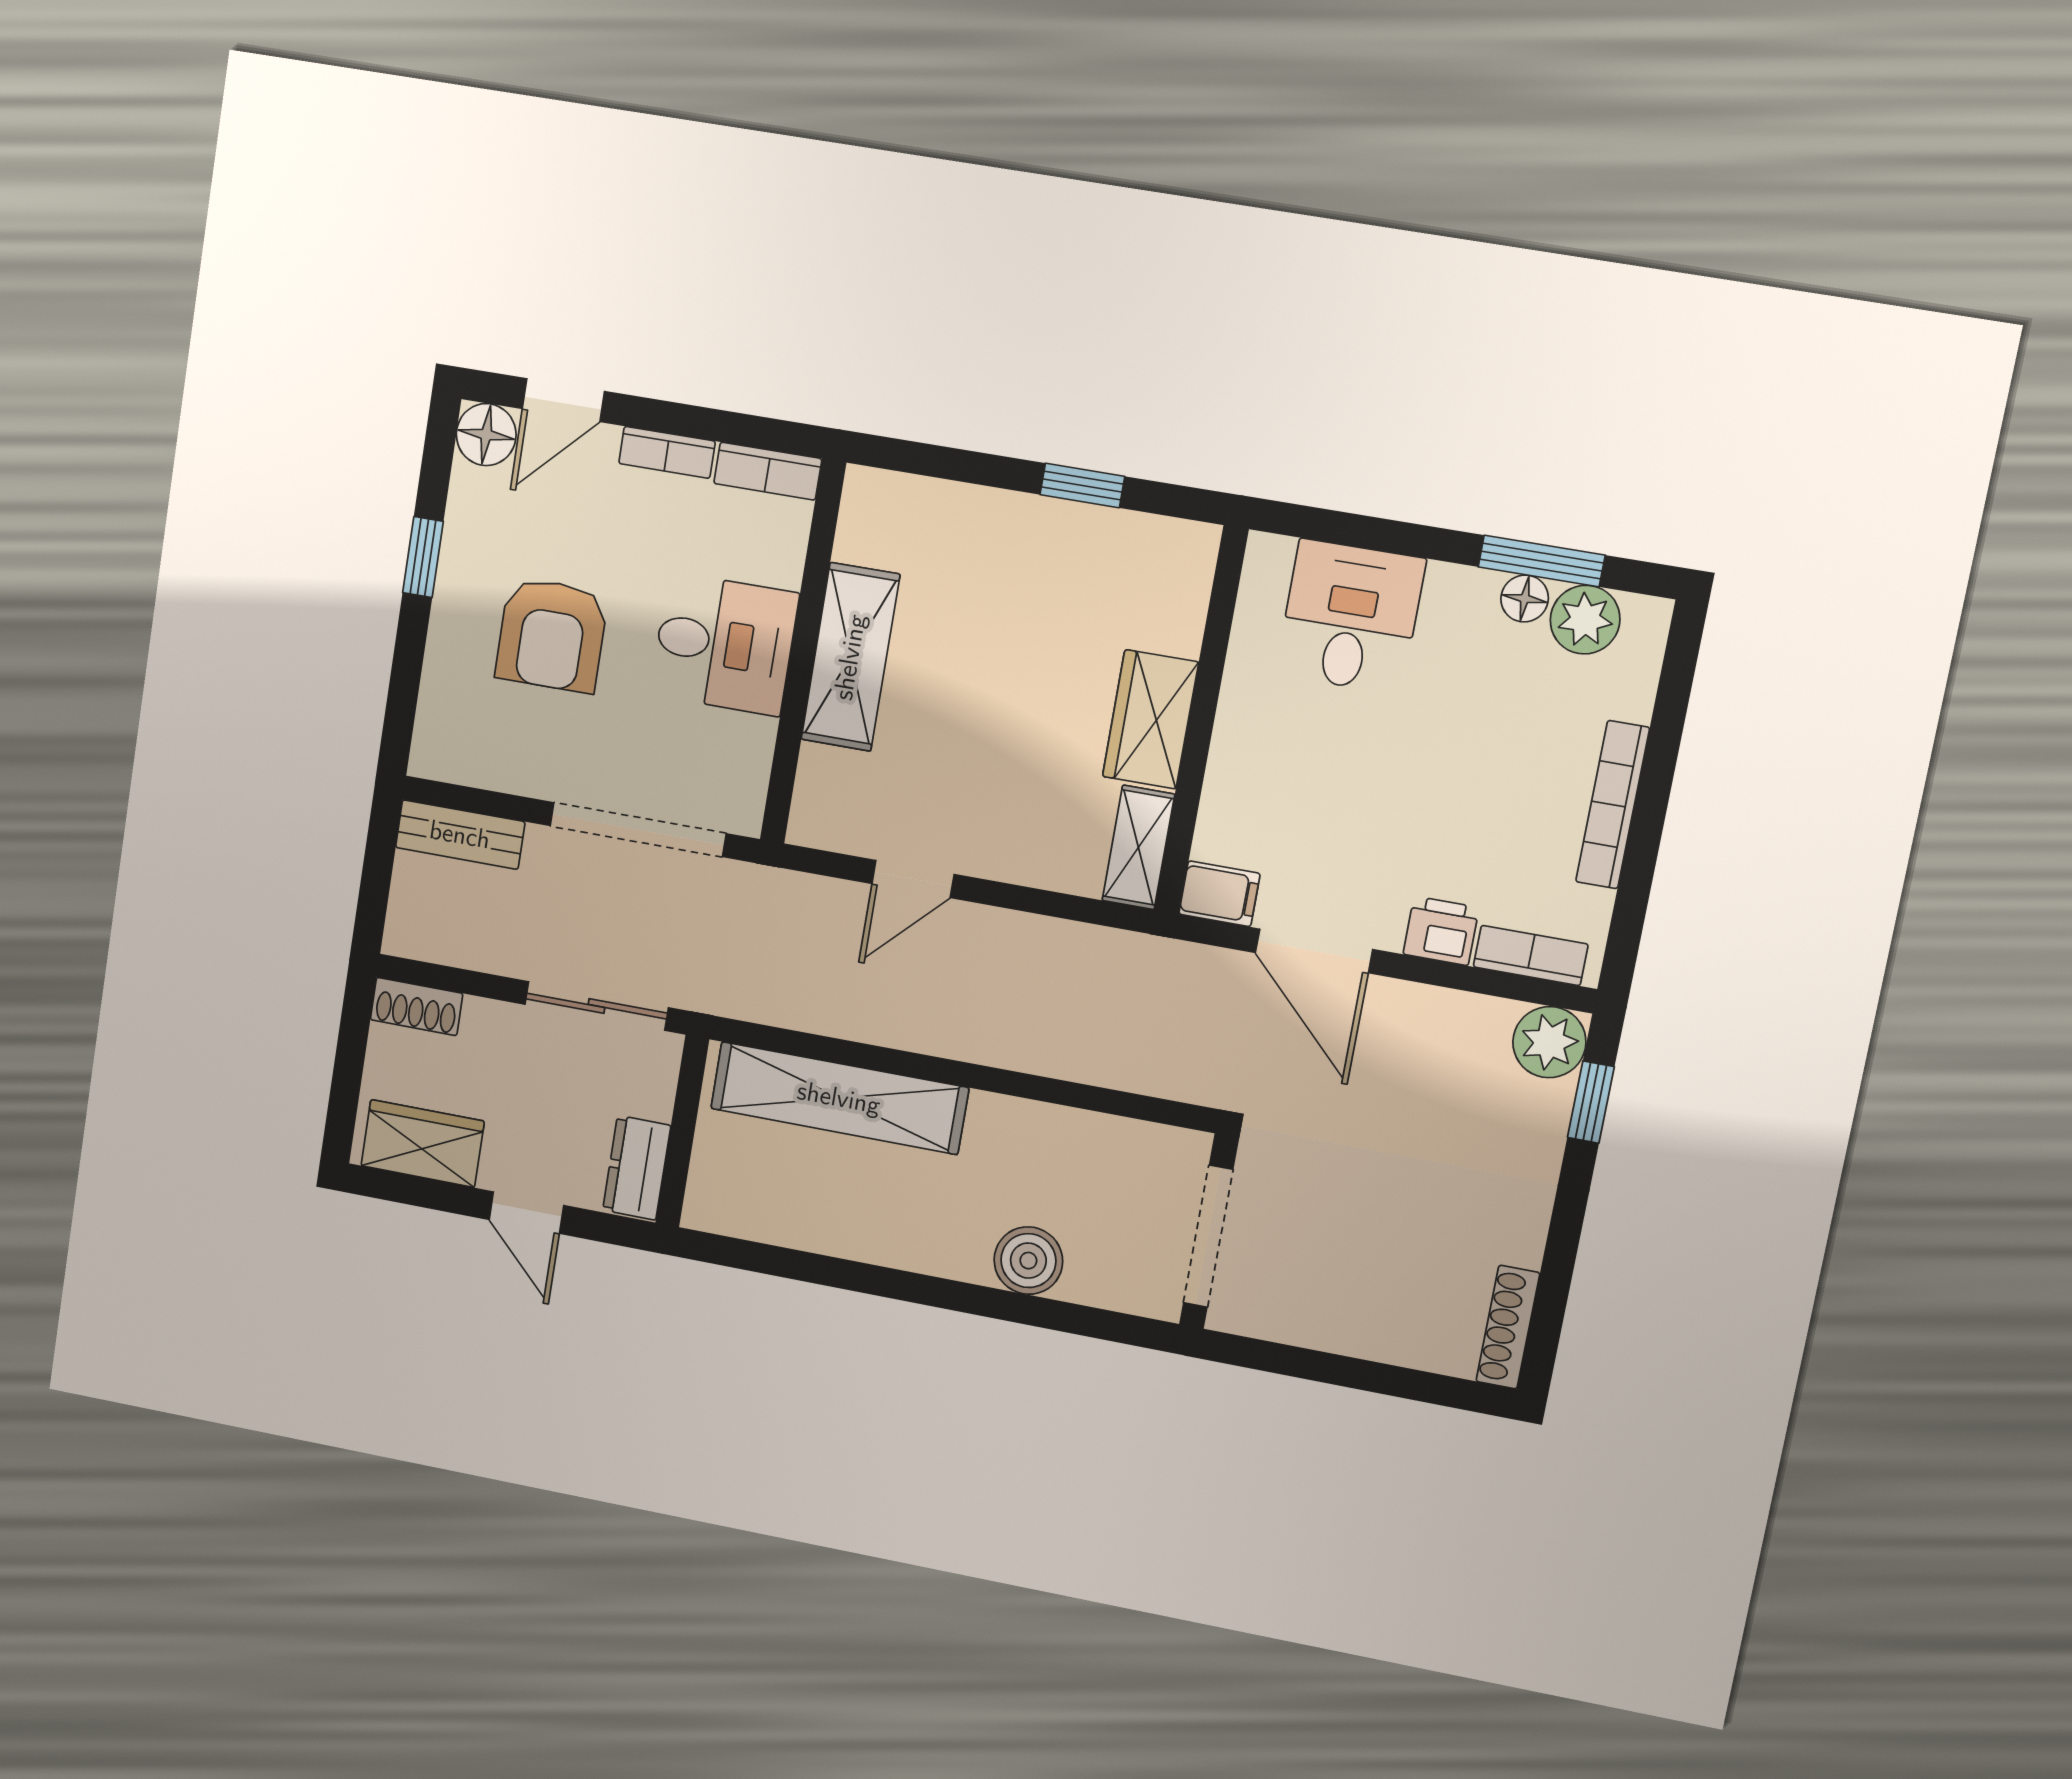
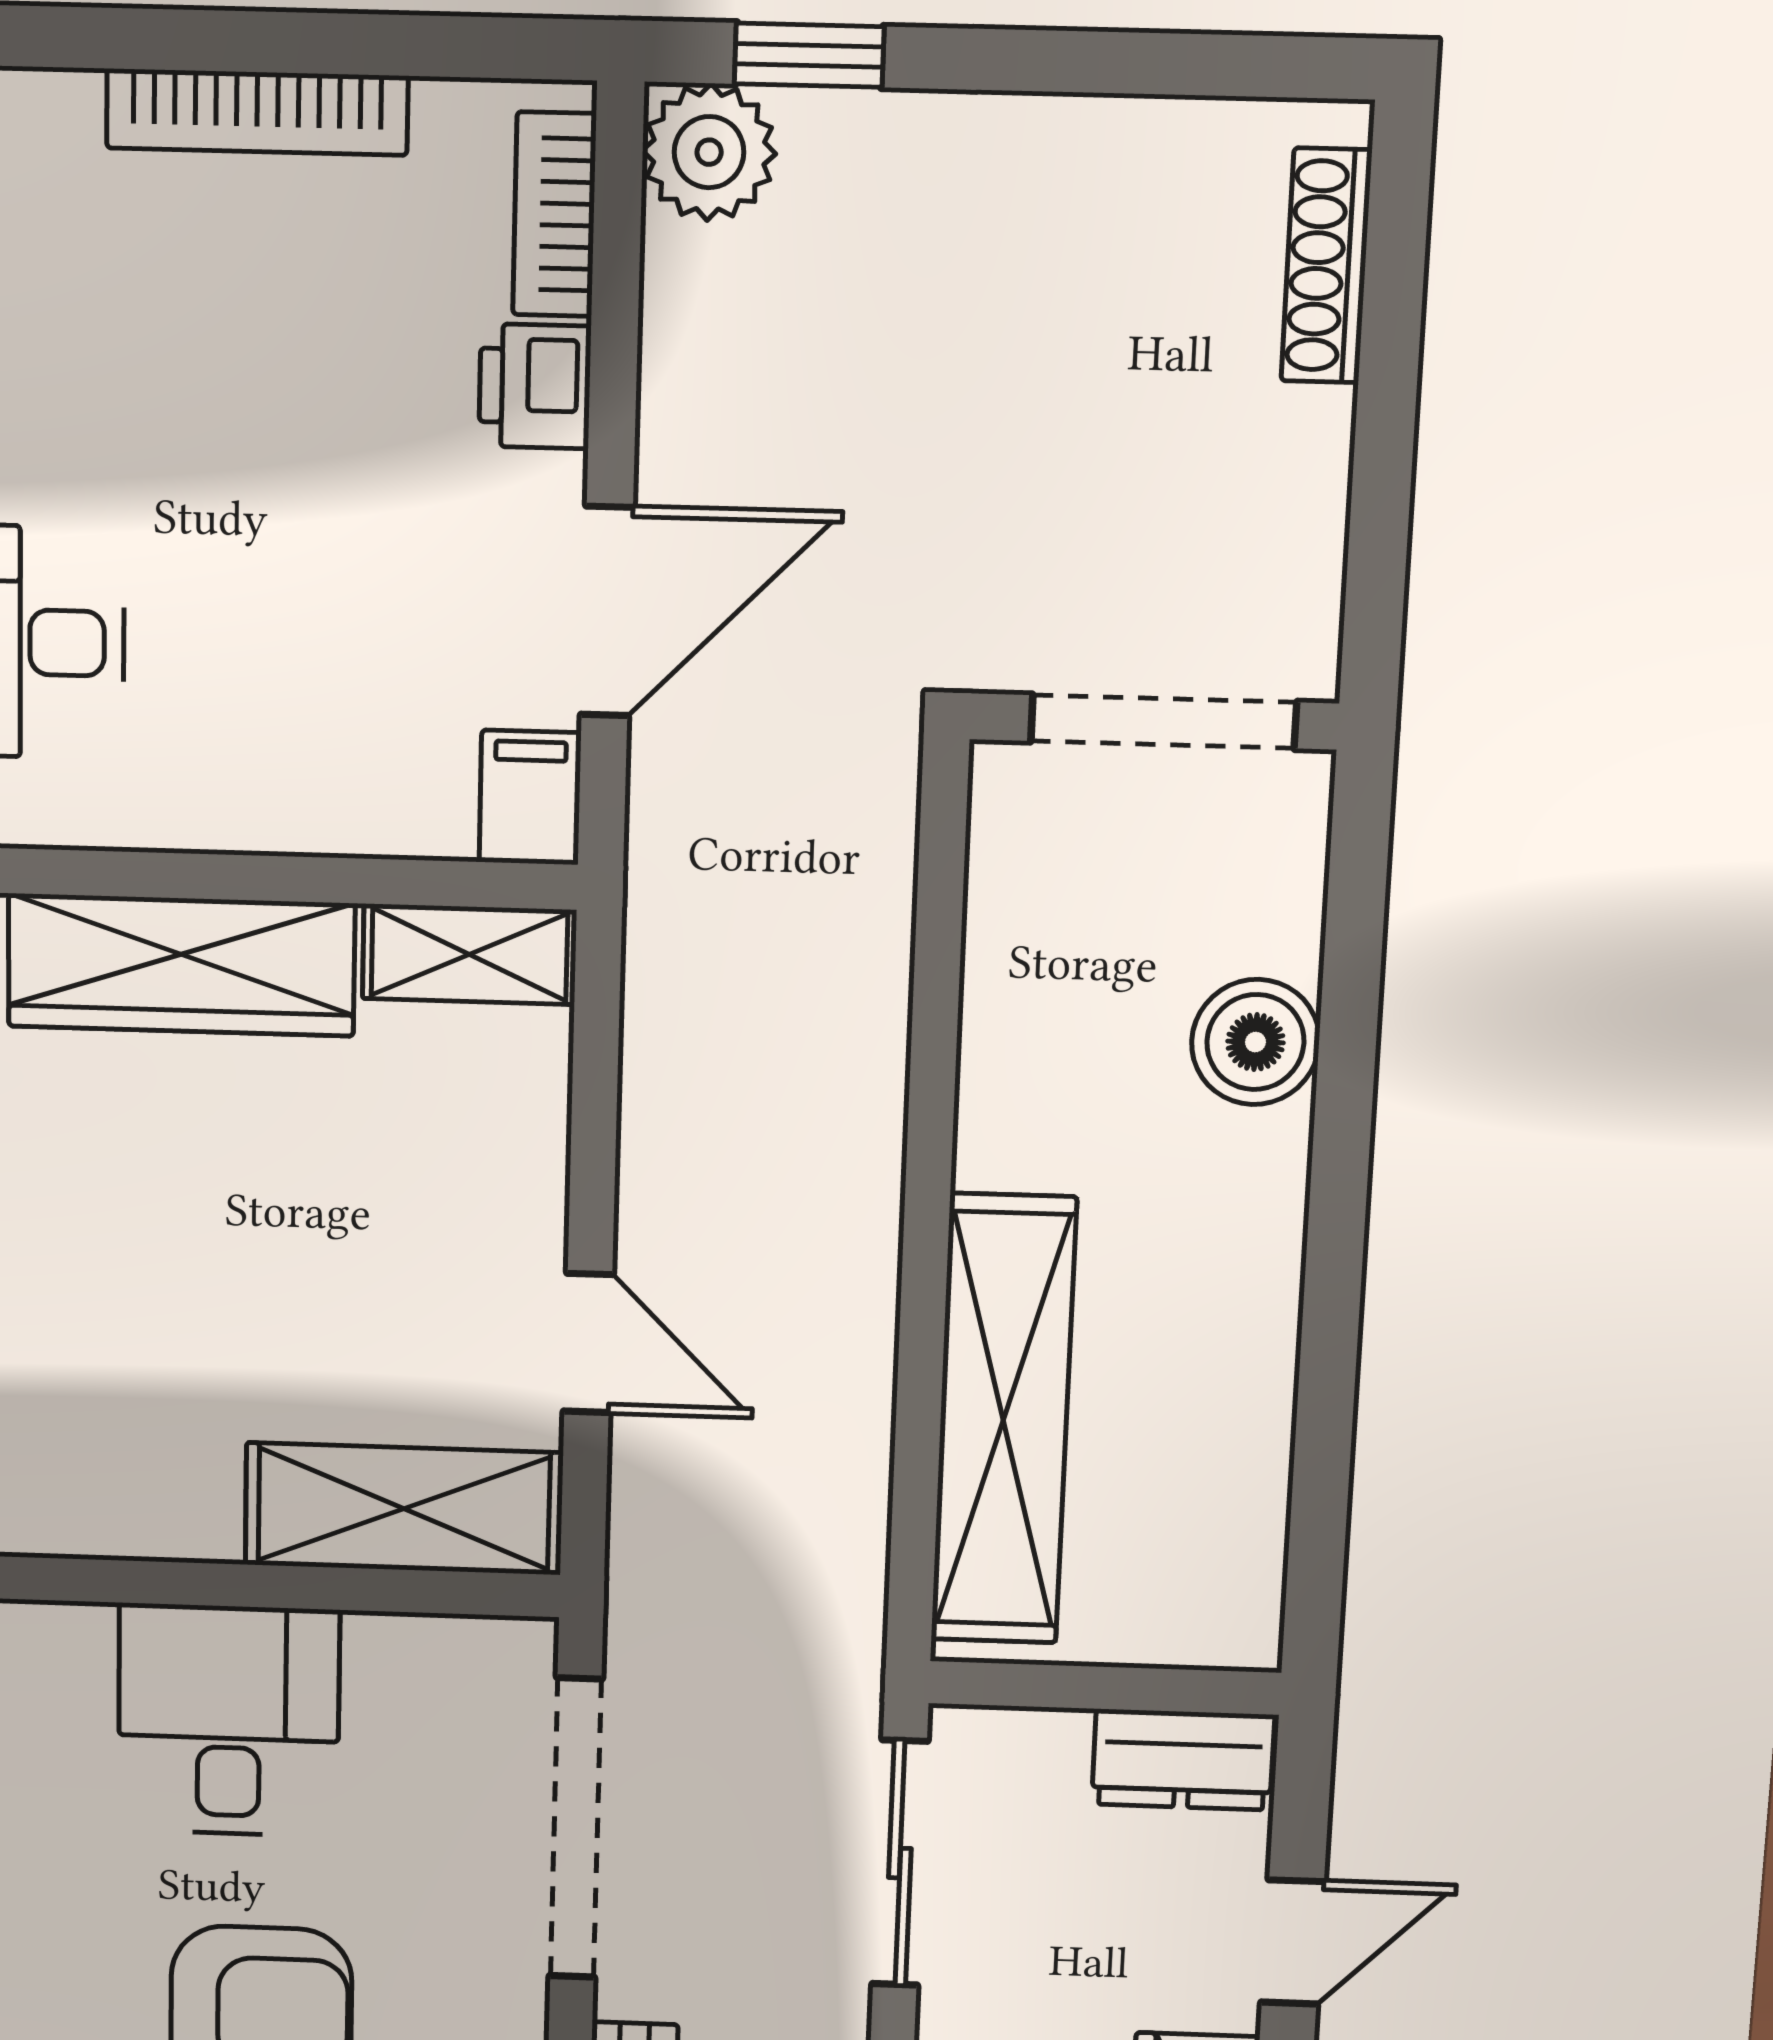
shelving: (850, 657) -> (404, 1509), moved
wardrobe: (1150, 719) -> (181, 965), width x1.50
shoe rack: (1508, 1327) -> (1326, 266), moved, turned 90

